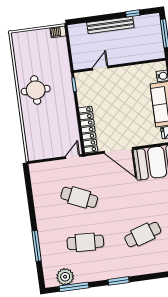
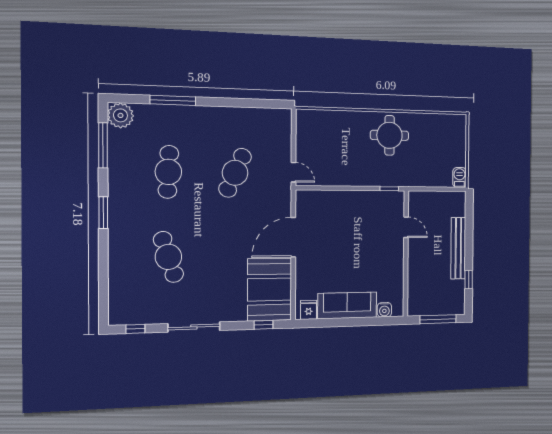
locker: (88, 130) -> (327, 199), removed
plant: (65, 277) -> (120, 115), moved

